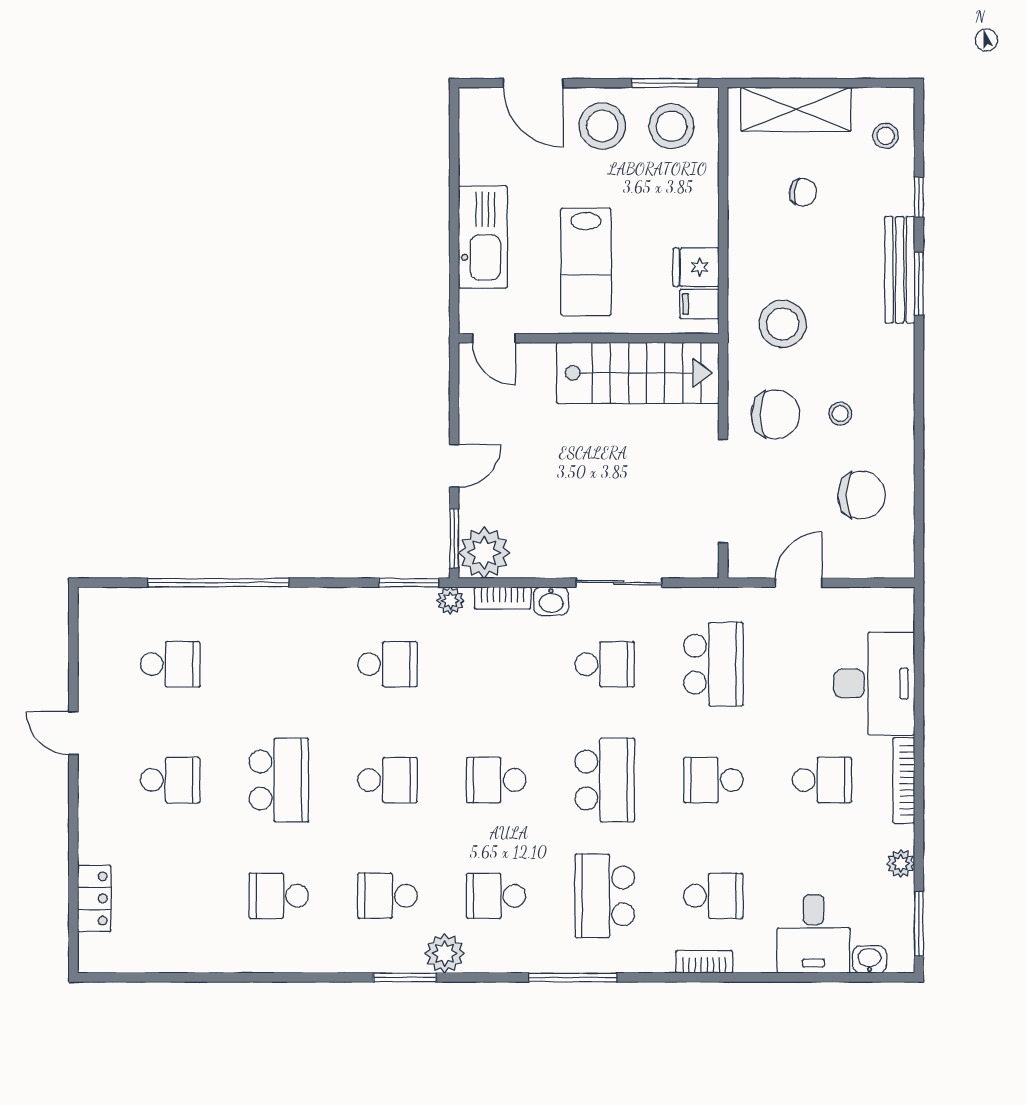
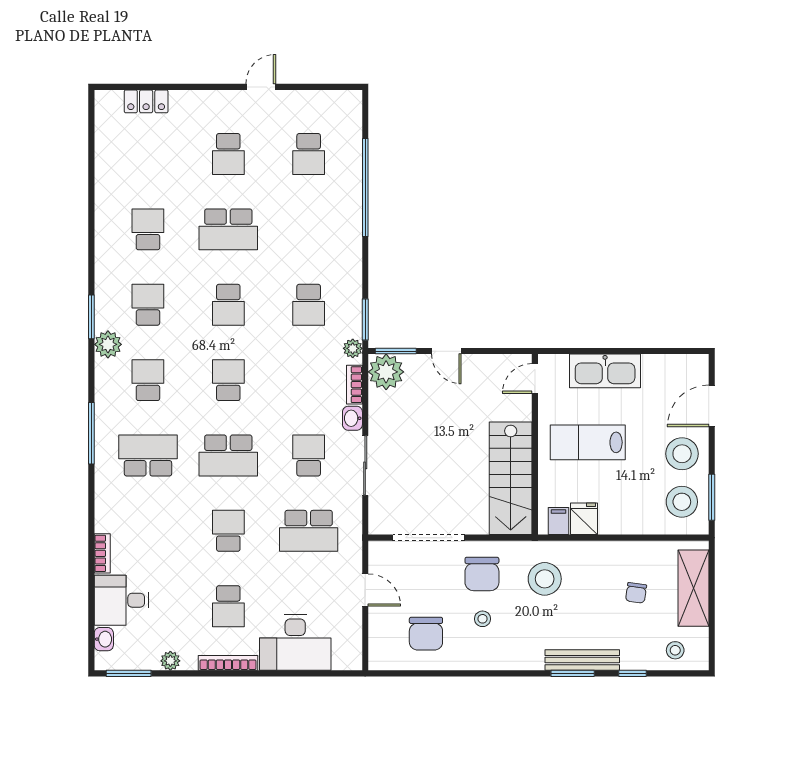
school desk: (605, 664) -> (309, 455), turned 180
school desk: (713, 896) -> (148, 531), removed
bookcase: (704, 962) -> (102, 553), moved

